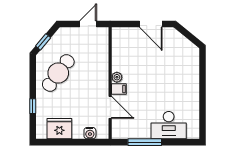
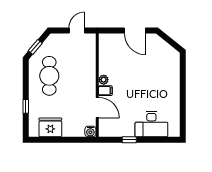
cafe table: (58, 73) -> (49, 76), turned -37
water cooler: (90, 133) -> (90, 131), moved
window: (145, 142) -> (129, 140), width x0.46

